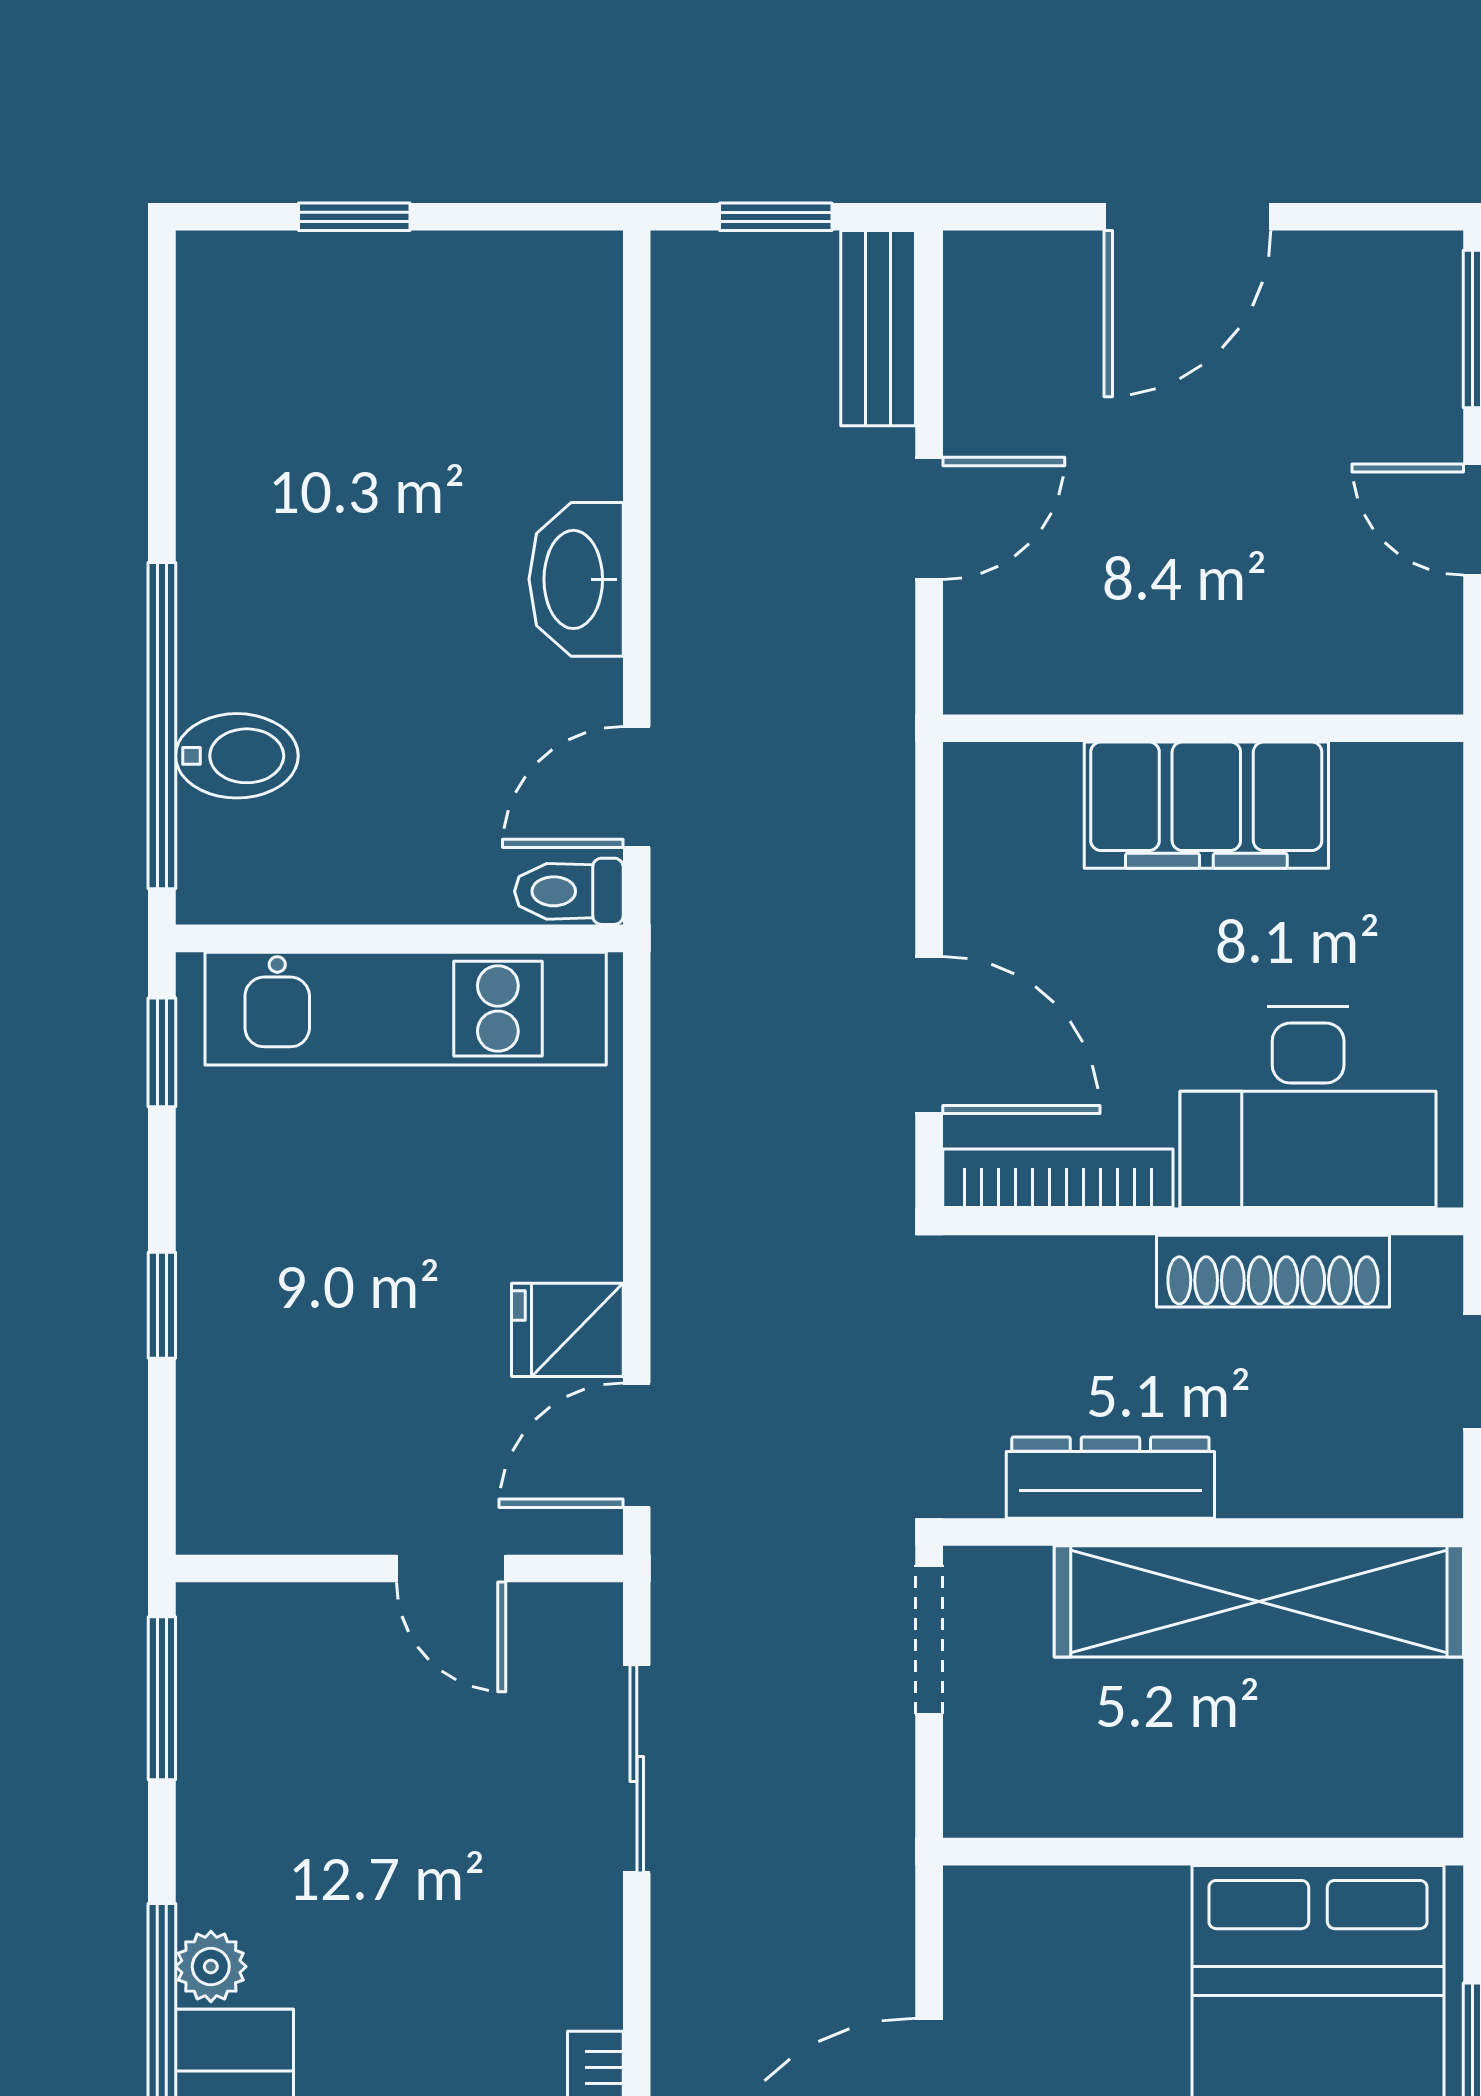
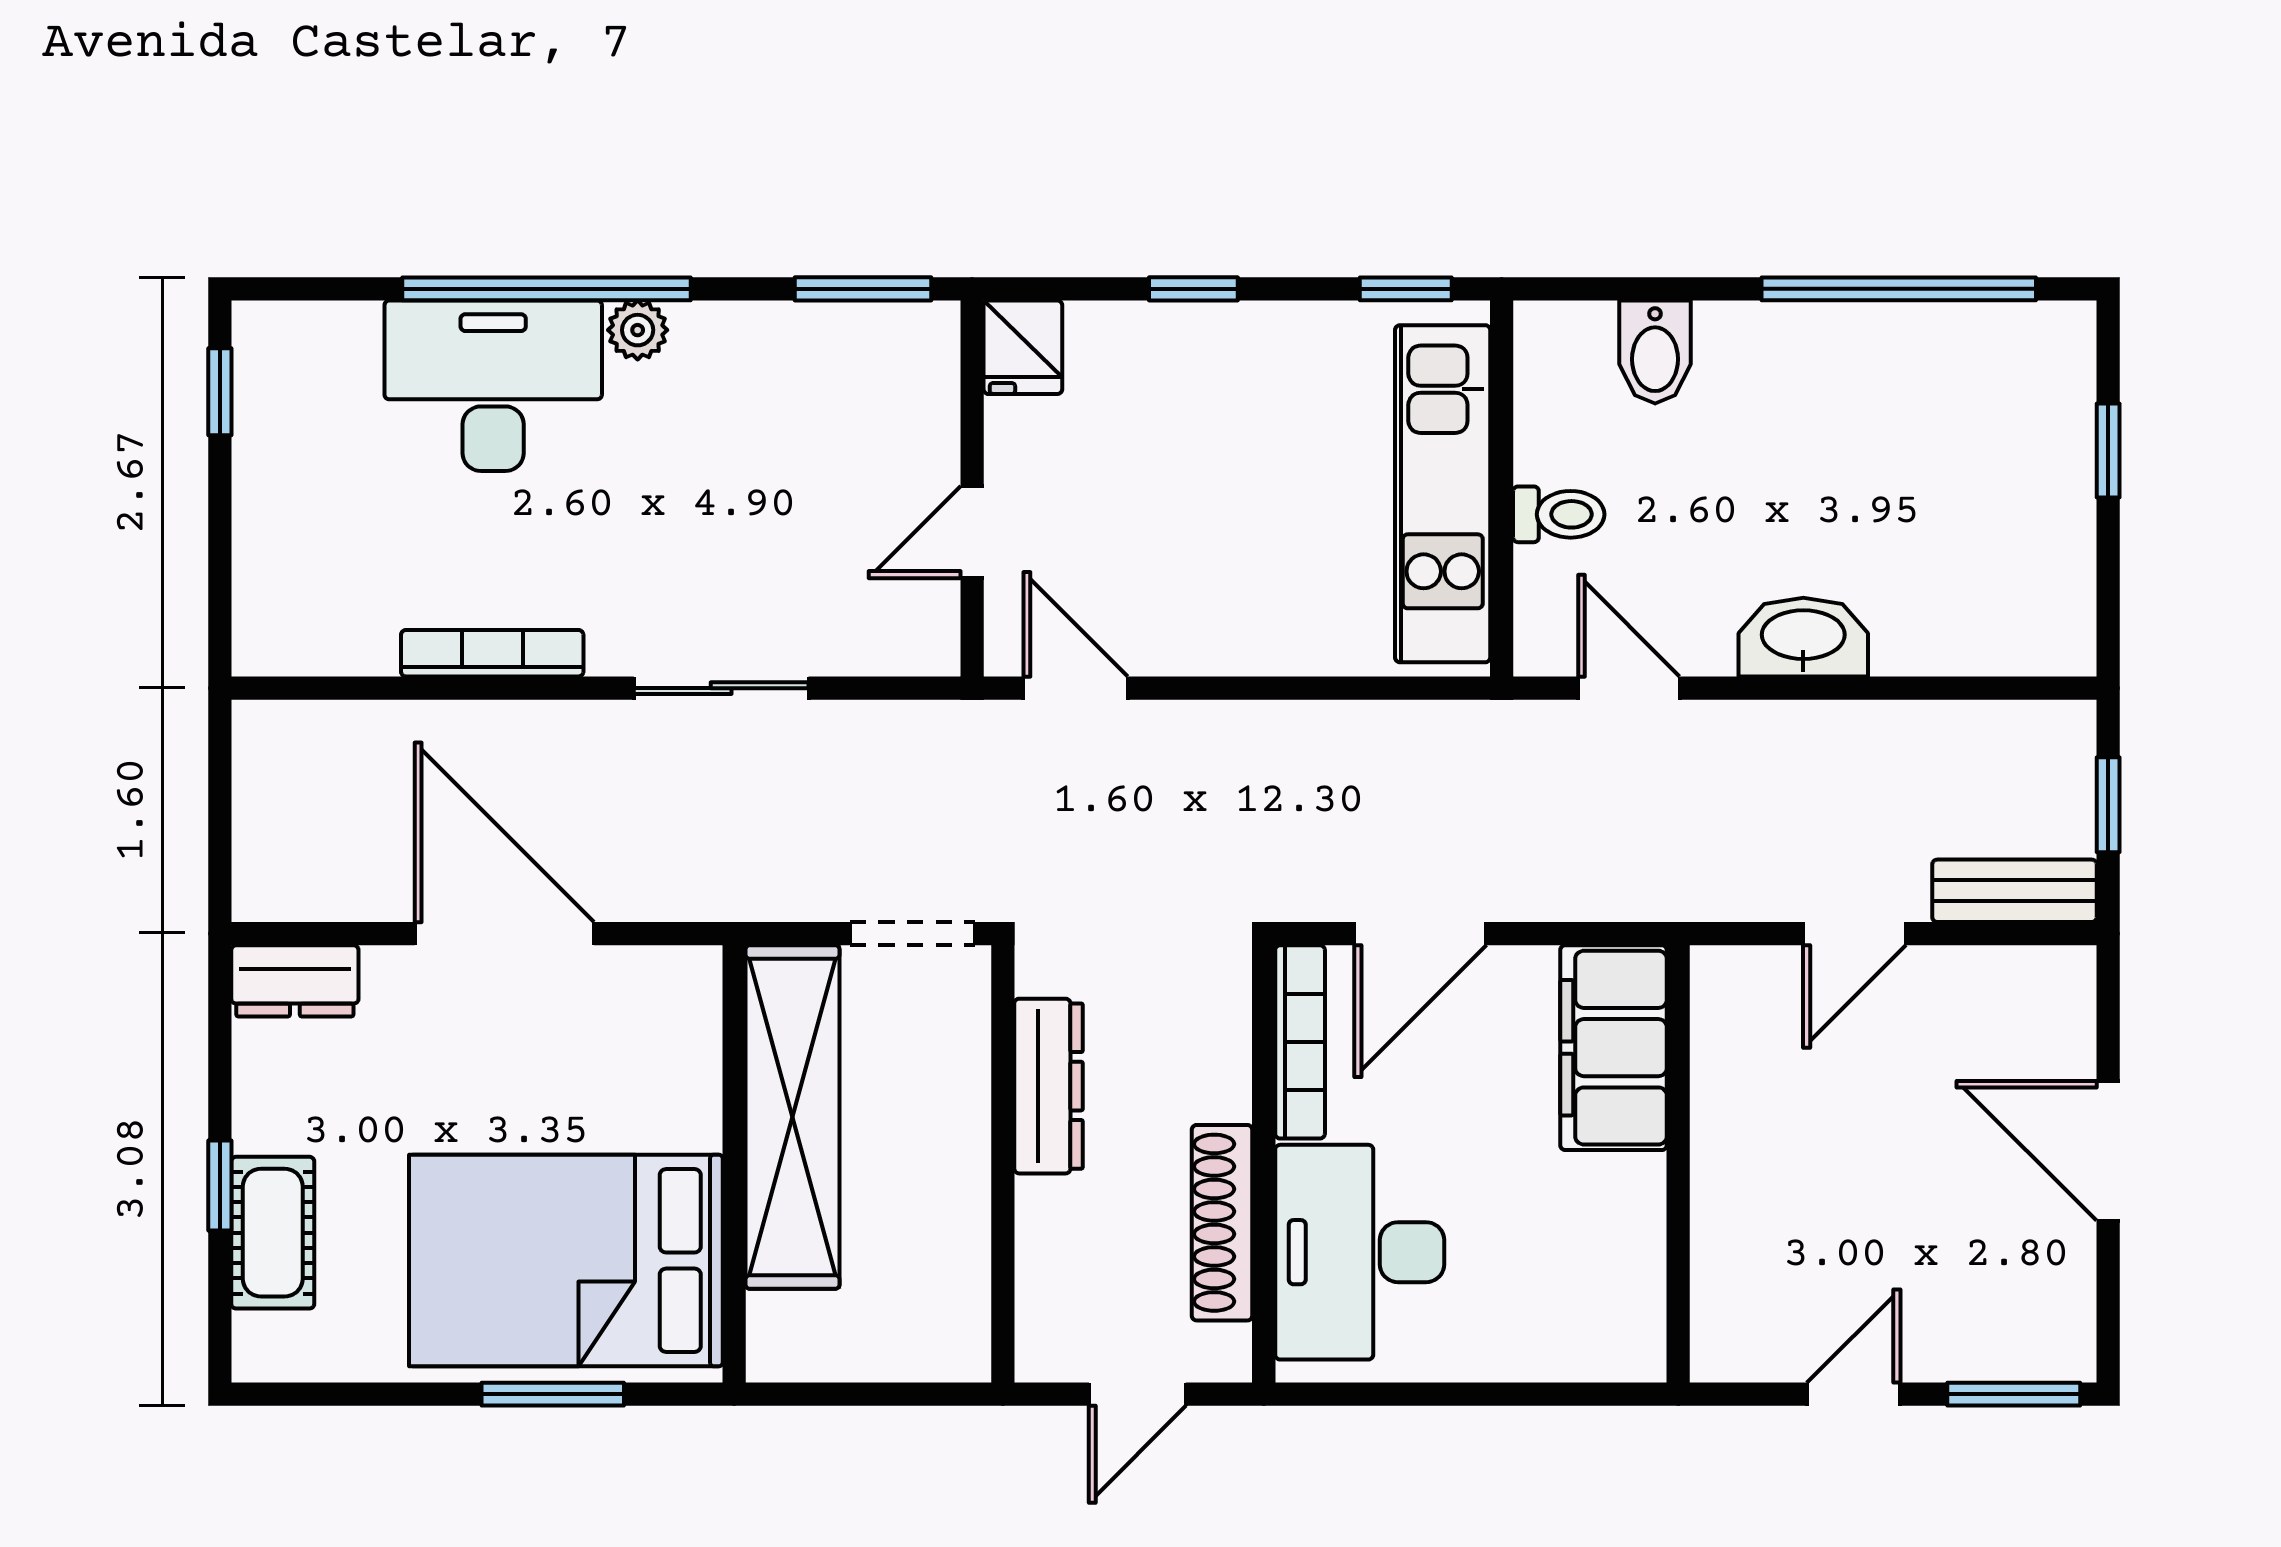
door: (929, 518) -> (1855, 934), hinge flipped
window: (162, 726) -> (1899, 289), moved
filing cabinet: (1206, 805) -> (1614, 1048), moved
toilet: (569, 891) -> (1559, 514), moved, turned 90
fridge: (567, 1330) -> (1023, 347), moved, turned 180
shelving: (1259, 1601) -> (793, 1117), moved
sliding door: (637, 1769) -> (721, 688), moved

